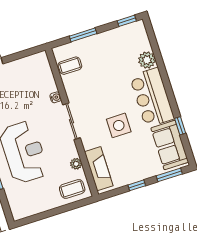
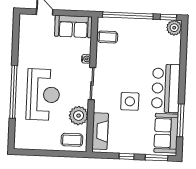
window: (83, 35) -> (128, 16), width x2.11
plant: (147, 60) -> (174, 28), moved
sofa: (29, 68) -> (73, 26), added
window: (180, 126) -> (181, 120), width x2.17
plant: (76, 164) -> (79, 116), width x1.87, depth x1.87

